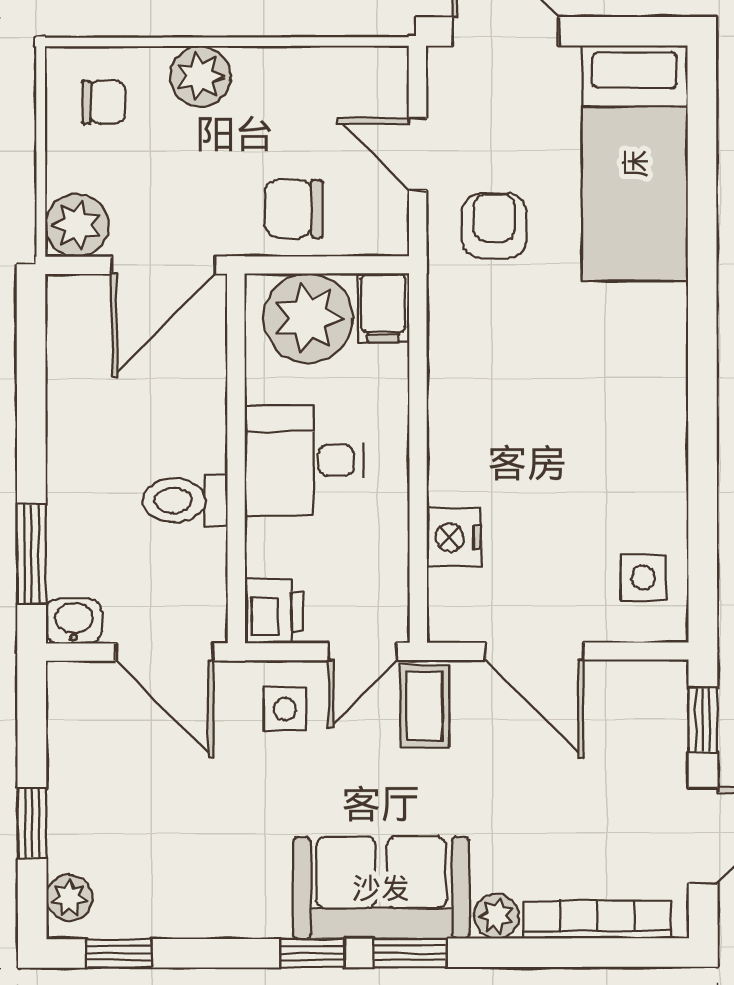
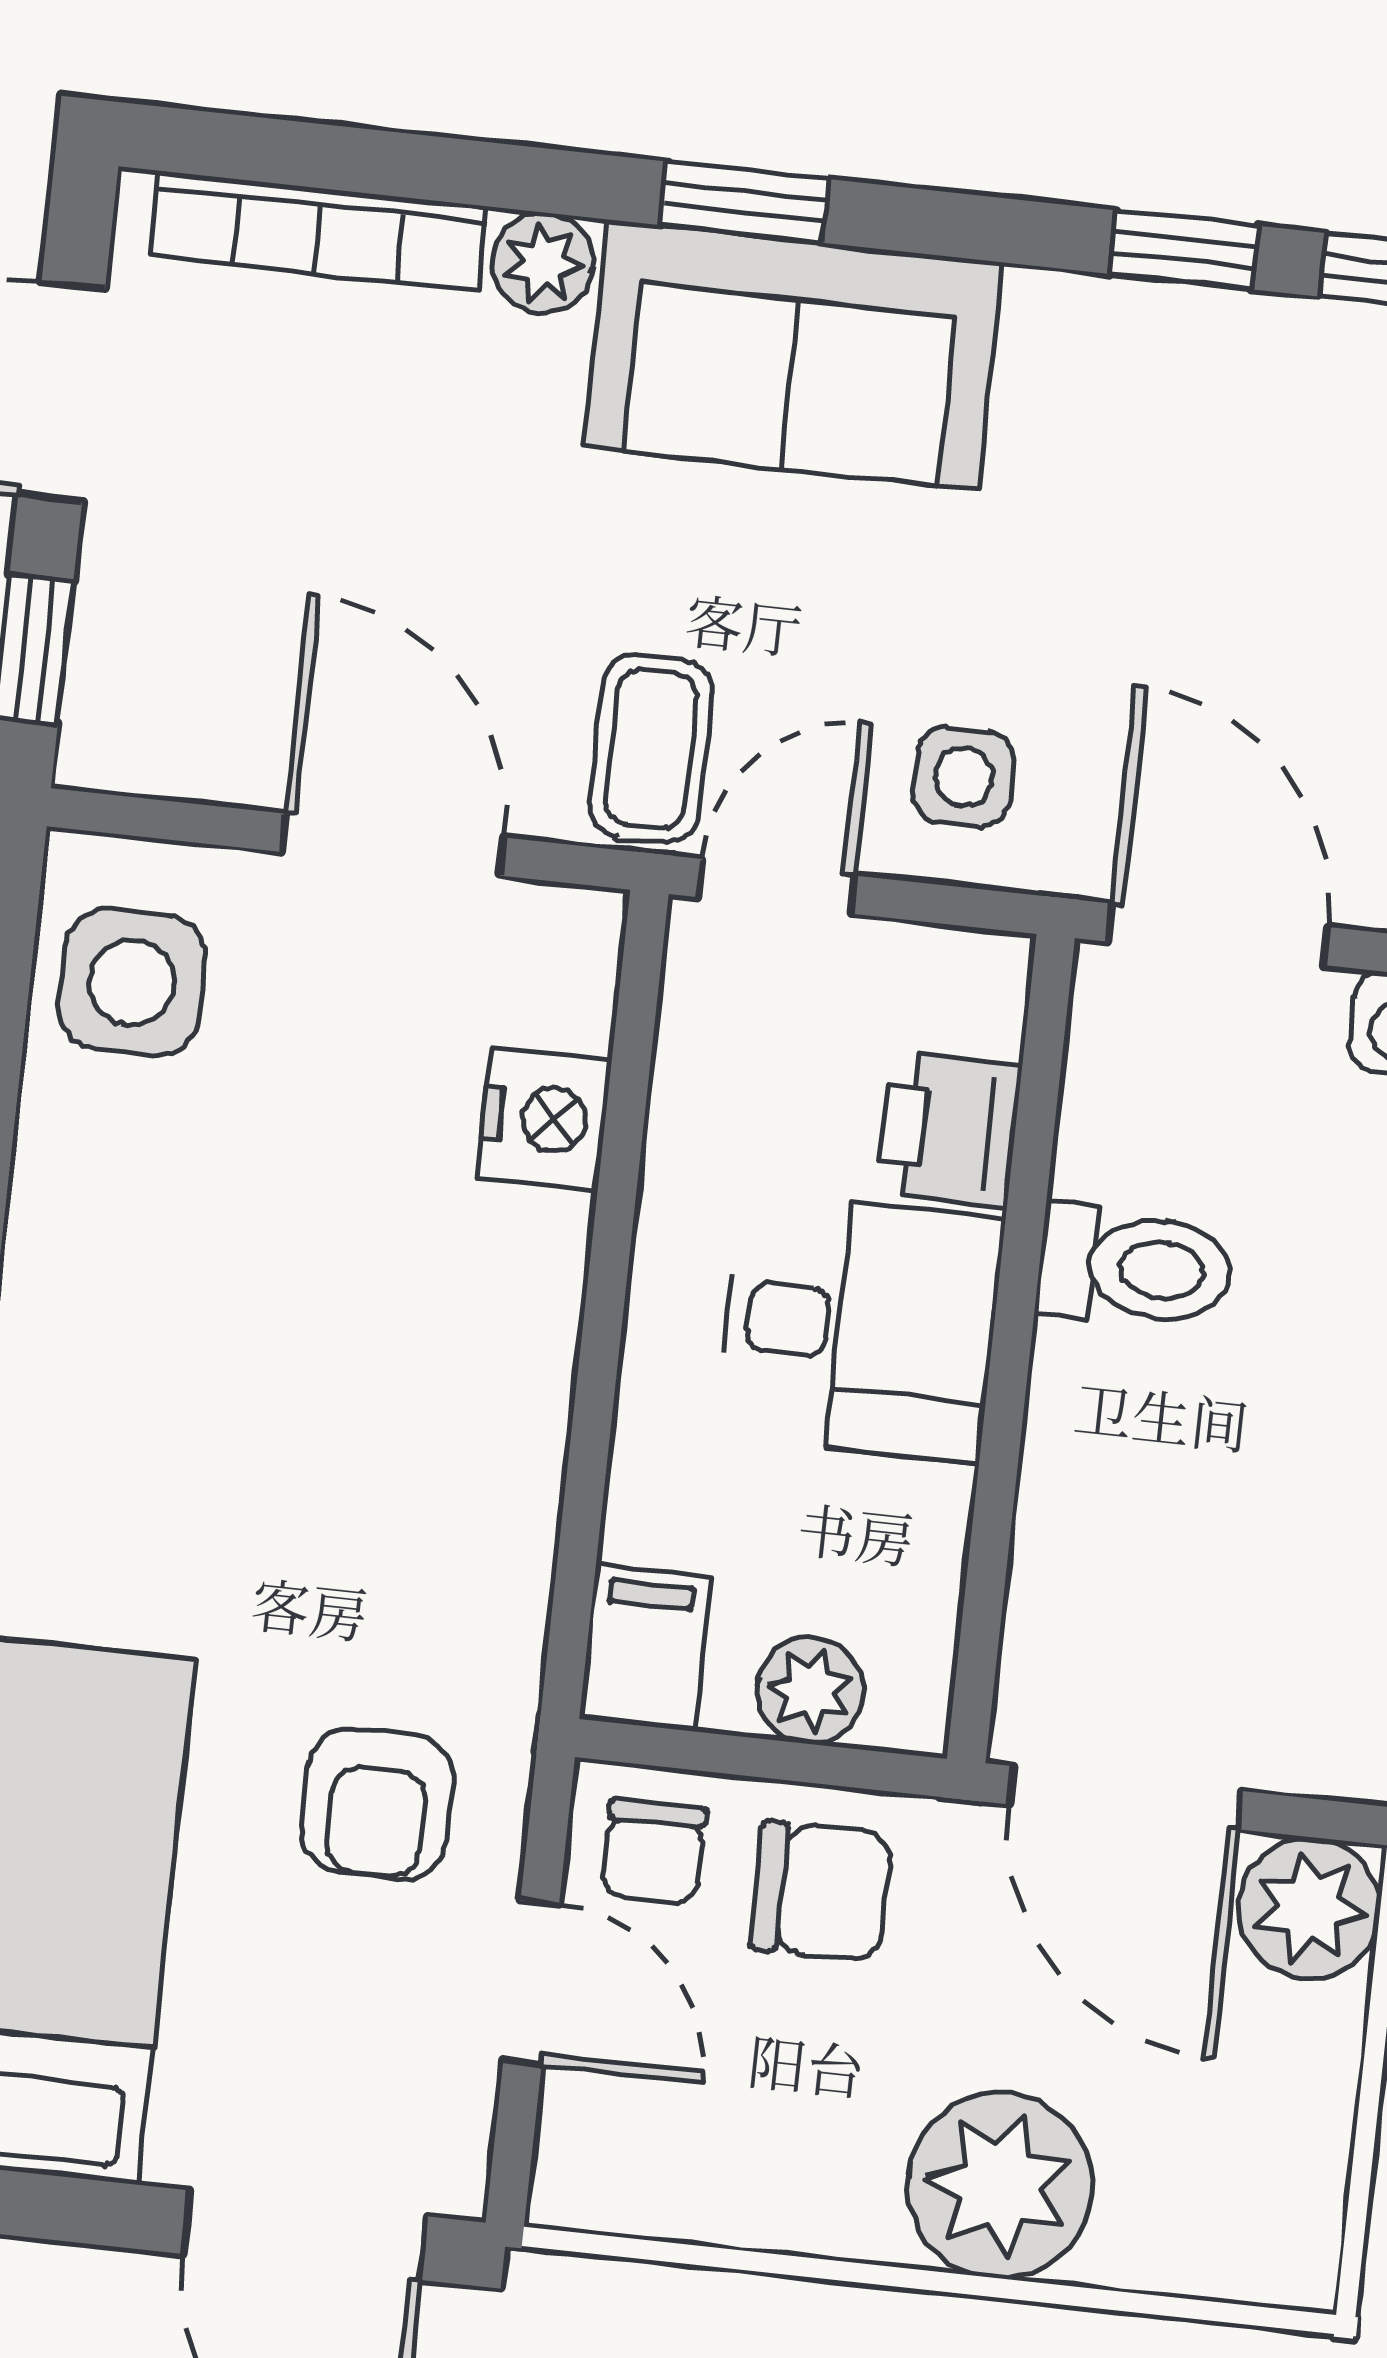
plant: (200, 76) -> (1000, 2185), width x1.36, depth x1.36
chair: (104, 102) -> (654, 1851), moved, turned -90
door: (163, 265) -> (1126, 1798), swing flipped
plant: (308, 318) -> (810, 1690), width x0.53, depth x0.53
side table: (643, 578) -> (132, 982), width x1.37, depth x1.37
printer: (274, 611) -> (950, 1130), moved
window: (312, 953) -> (1184, 250), moved

